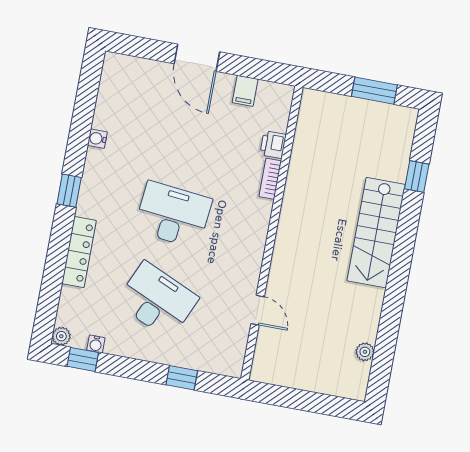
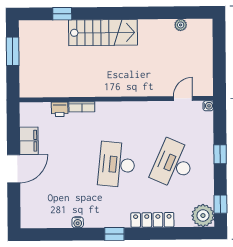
filing cabinet: (245, 91) -> (29, 141), width x2.00
door: (258, 310) -> (183, 99), moved
plant: (61, 336) -> (203, 216), width x1.87, depth x1.87
water cooler: (96, 344) -> (208, 106), moved
window: (182, 378) -> (220, 154), moved

